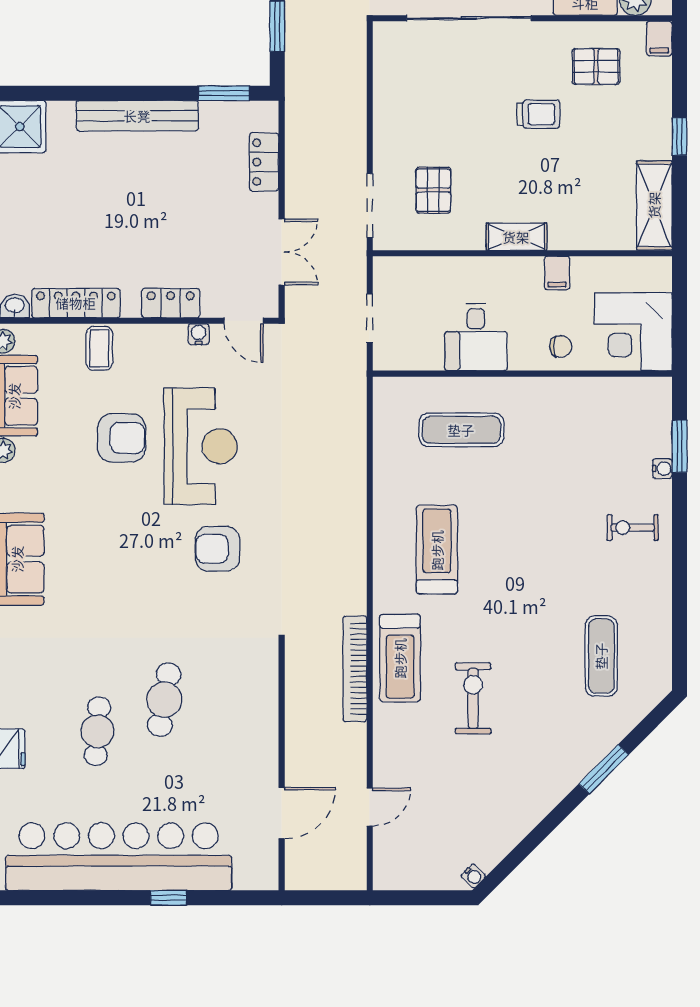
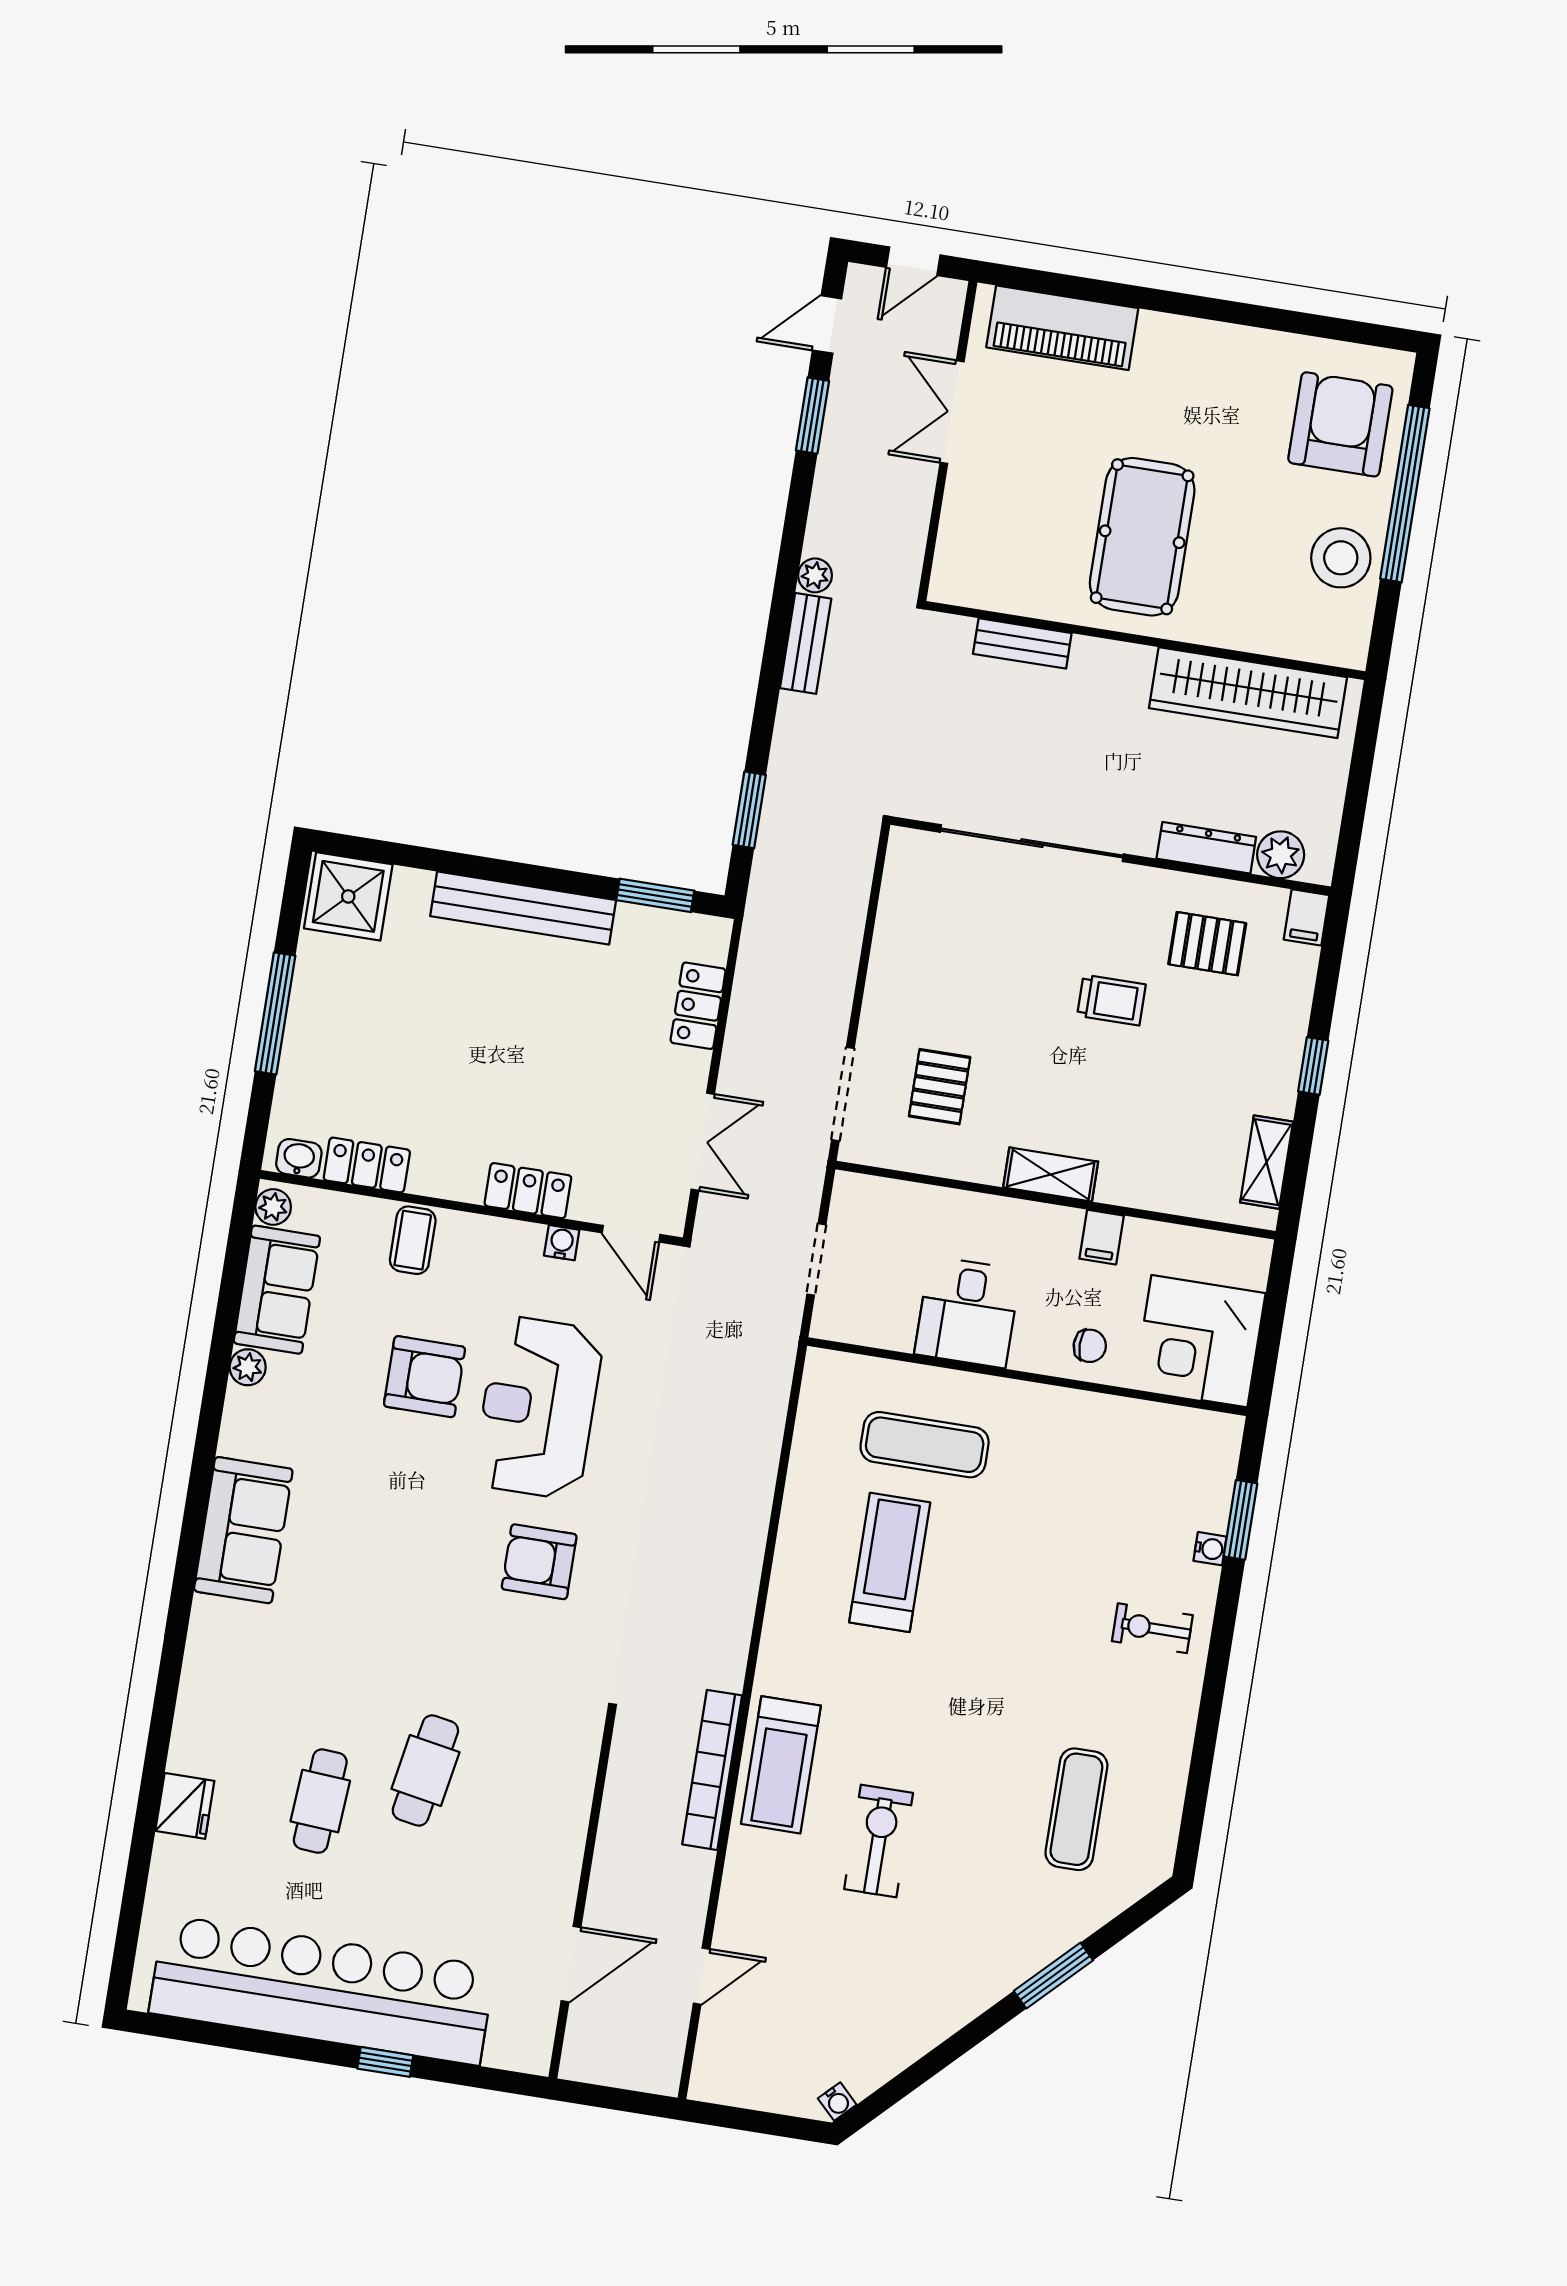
shelving: (654, 205) -> (1267, 1162), width x0.67, depth x0.75
locker: (76, 303) -> (367, 1165), width x0.66
reception desk: (201, 446) -> (538, 1407), turned 180
treadmill: (437, 550) -> (890, 1562), moved

